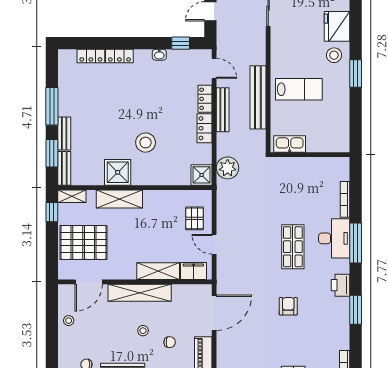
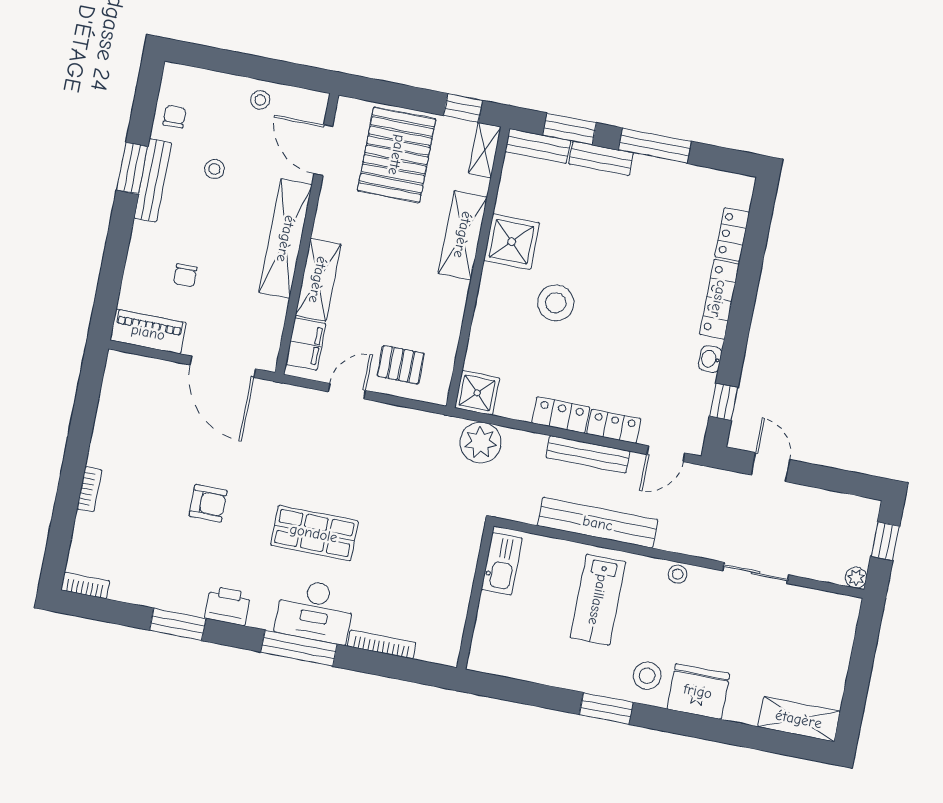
stool: (277, 50) -> (678, 574), added
locker: (119, 56) -> (719, 299), width x1.53
stool: (143, 331) -> (214, 169), moved

